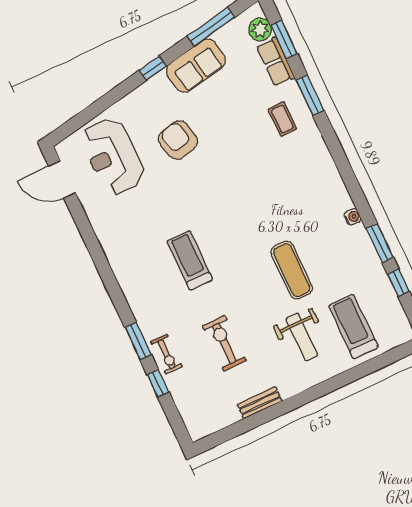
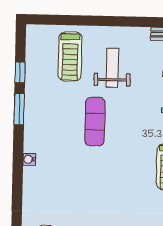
water cooler: (353, 217) -> (29, 159), moved

